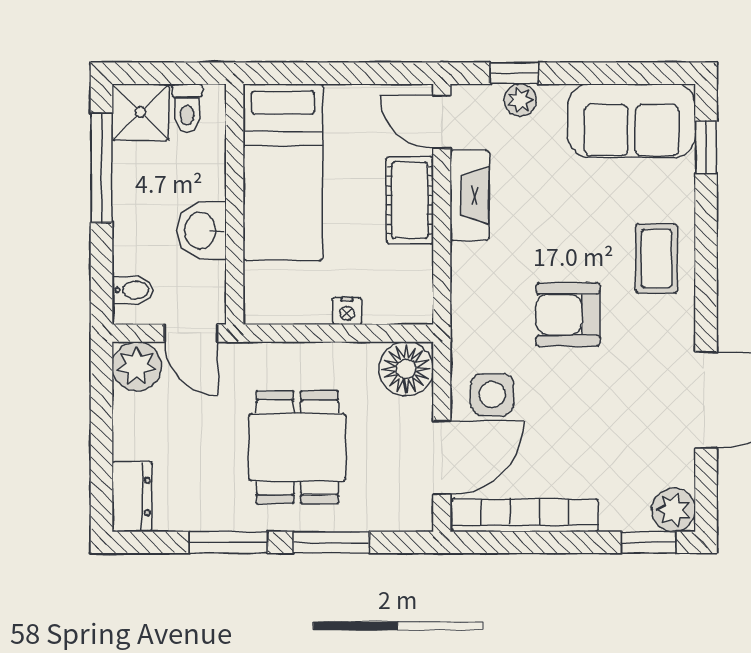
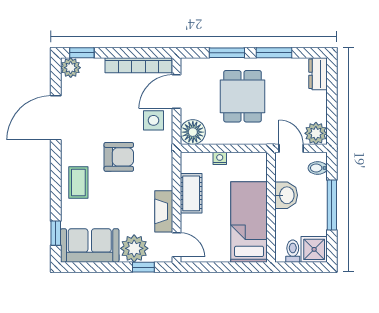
plant: (520, 100) -> (134, 248), width x1.88, depth x1.88
window: (101, 168) -> (332, 205), moved
cot: (410, 200) -> (191, 193), moved

